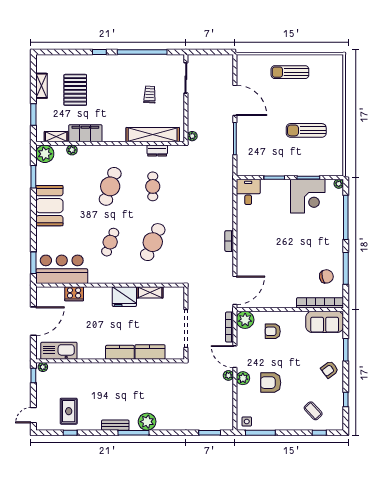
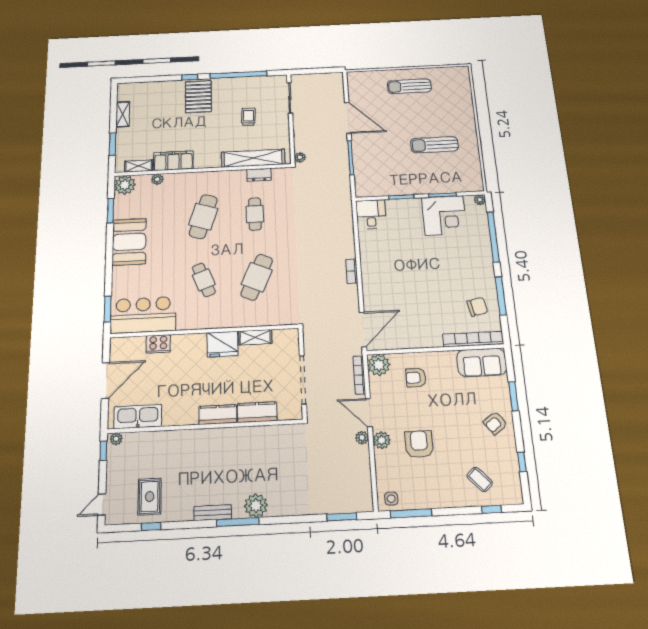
pallet: (75, 90) -> (198, 97), moved
cafe table: (110, 242) -> (204, 280), turned -42
armchair: (271, 383) -> (419, 444), turned 90

